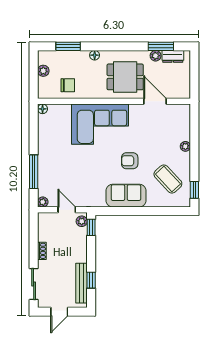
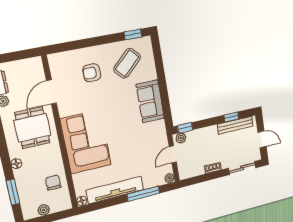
tv unit: (45, 144) -> (115, 190), added
plant: (185, 146) -> (91, 52), removed
armchair: (130, 161) -> (92, 73), moved, turned 90

